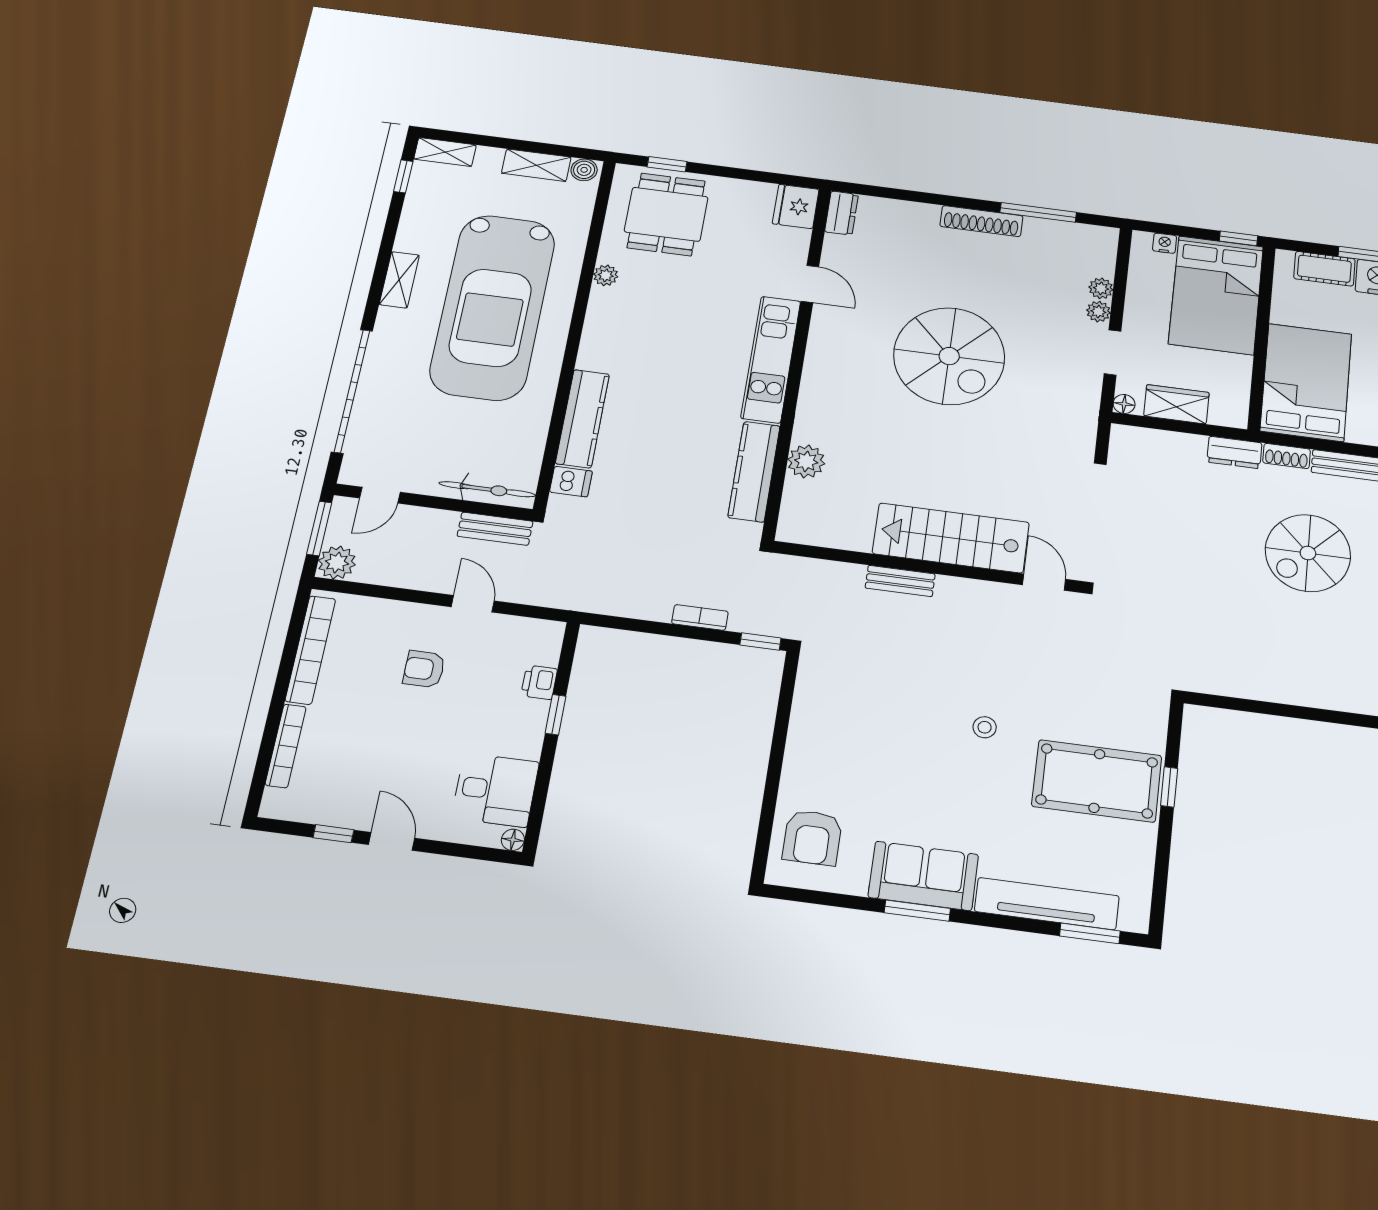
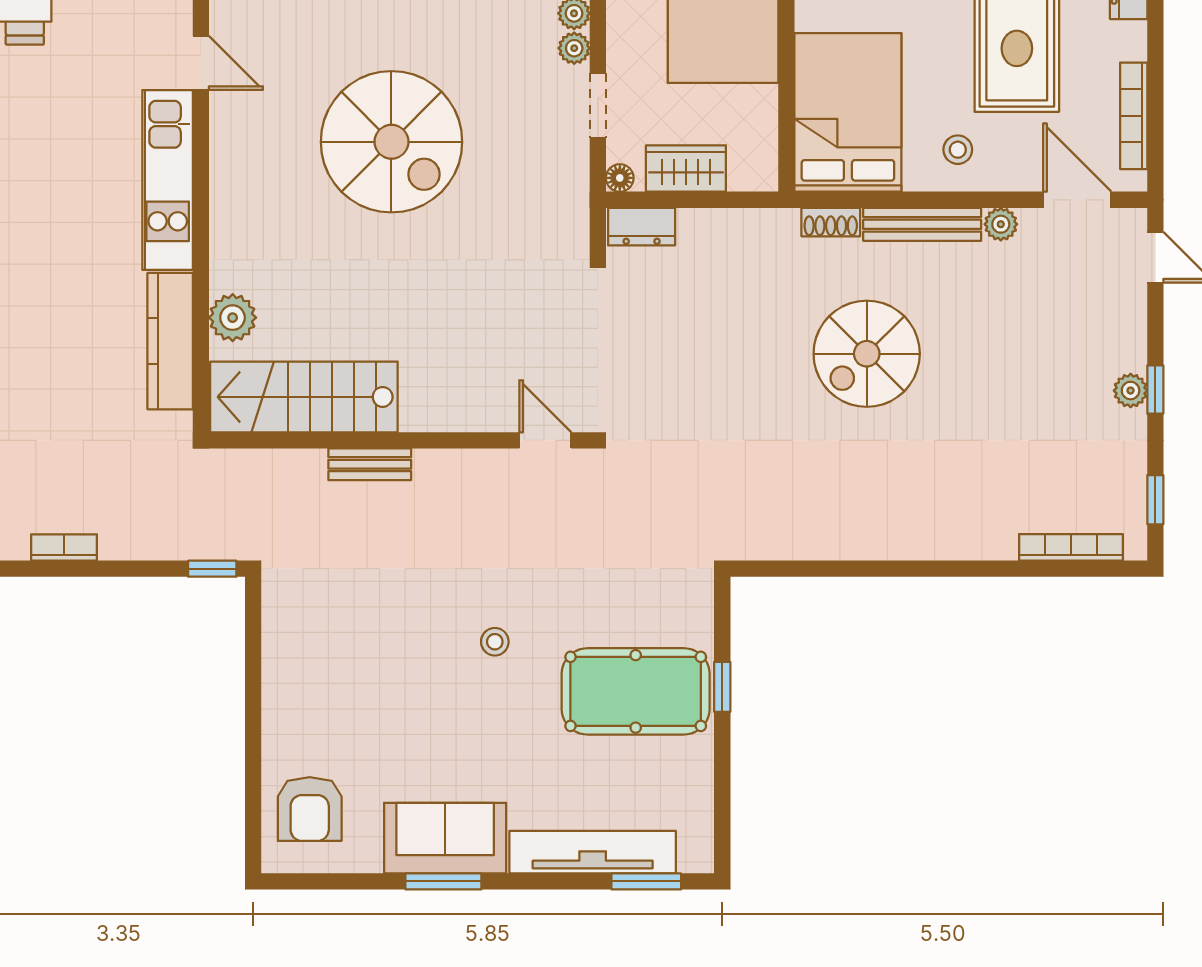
dresser: (1234, 452) -> (642, 227), moved
stairs: (951, 538) -> (304, 397), moved
bookcase: (700, 617) -> (64, 547), moved

